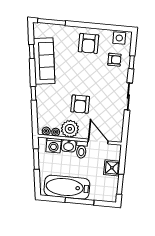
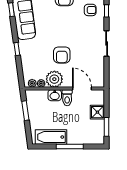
washing machine: (54, 145) -> (40, 96), removed
bathtub: (67, 187) -> (51, 137), width x0.73, depth x0.73

